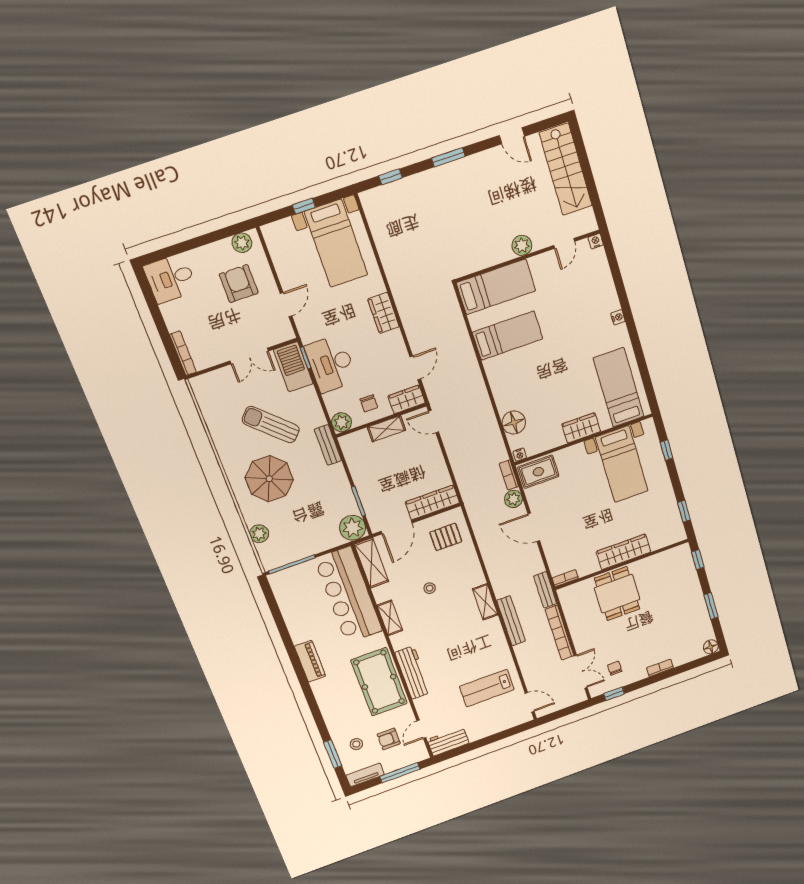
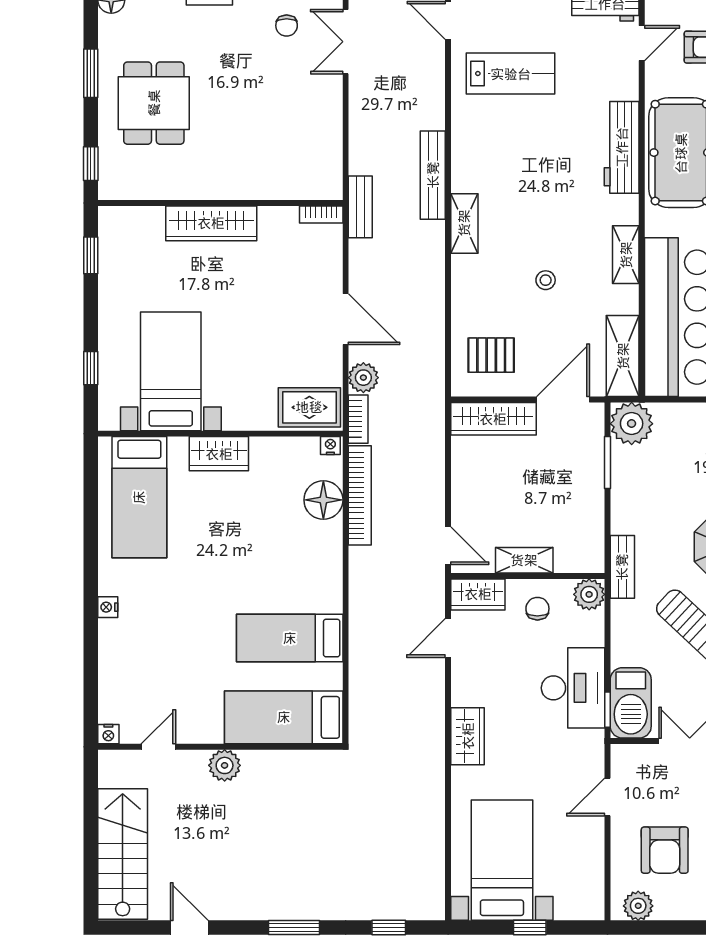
dining table: (617, 594) -> (154, 103), moved
bookcase: (560, 633) -> (360, 495), moved

